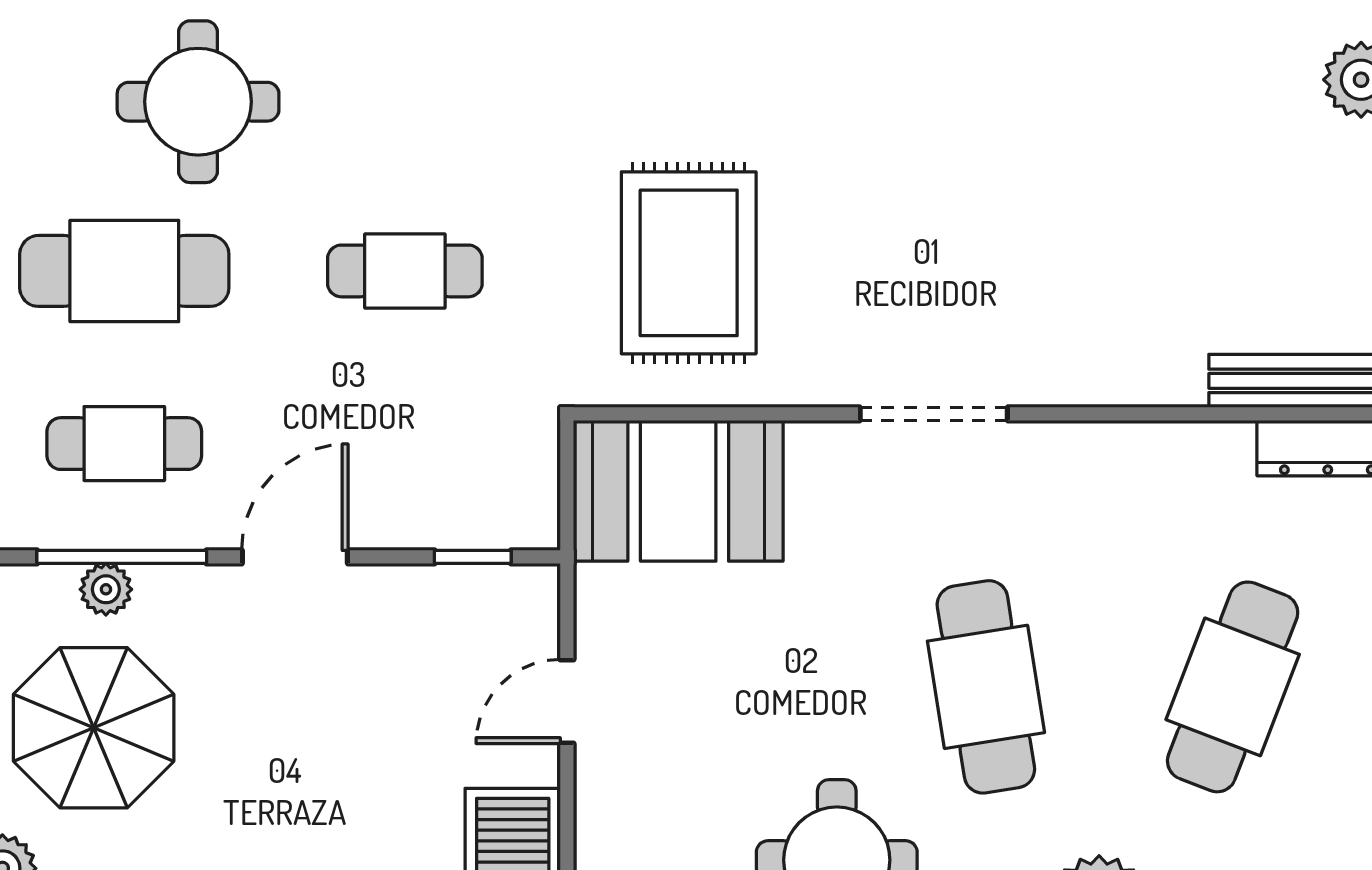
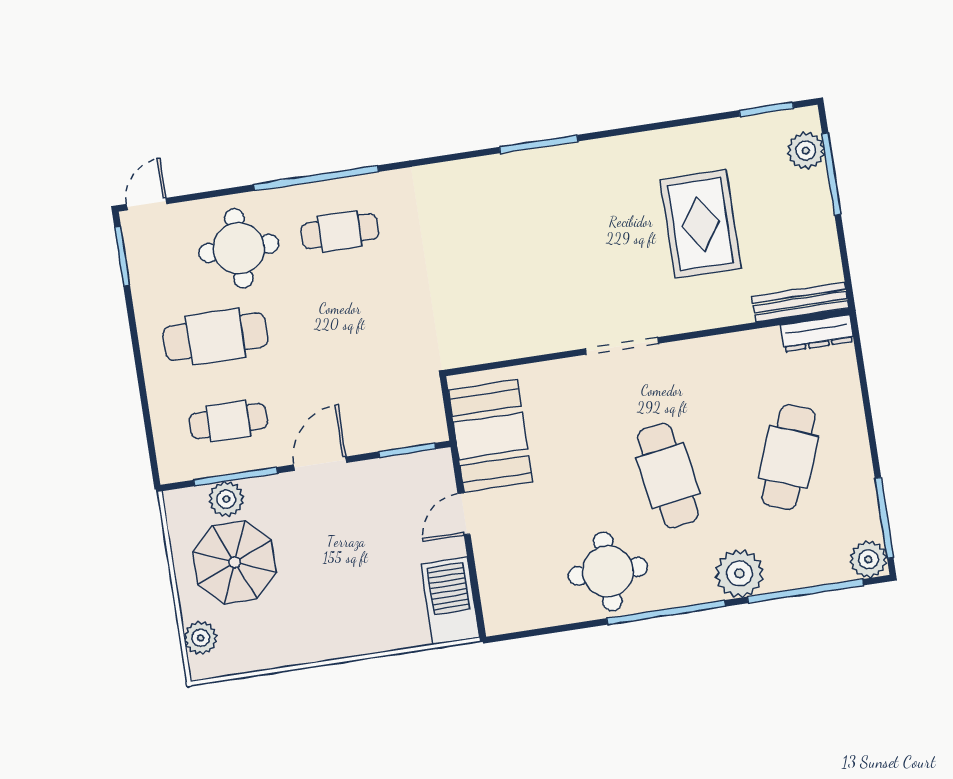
rug: (689, 263) -> (701, 224), moved
cafe table: (405, 271) -> (340, 231), moved
booth: (678, 491) -> (491, 436), moved, turned 90
window: (473, 557) -> (407, 450), width x1.50
plant: (106, 589) -> (226, 499), width x1.38, depth x1.38

